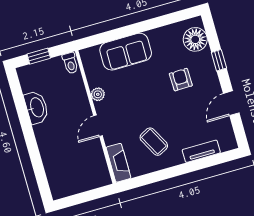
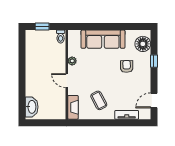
sofa: (126, 52) -> (103, 39), width x1.36
door: (231, 103) -> (154, 100), moved
washbasin: (36, 107) -> (32, 107), moved
door: (98, 126) -> (67, 81), hinge flipped

